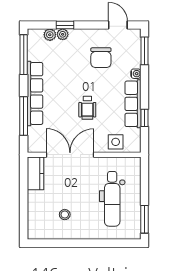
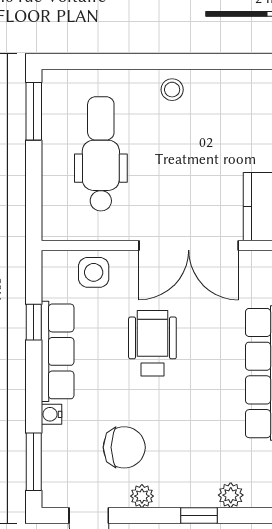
plant: (63, 34) -> (142, 496), moved
chair: (101, 58) -> (124, 447), turned 90
wheelchair: (87, 108) -> (152, 343), width x1.36, depth x1.37
stool: (65, 215) -> (172, 90), moved

